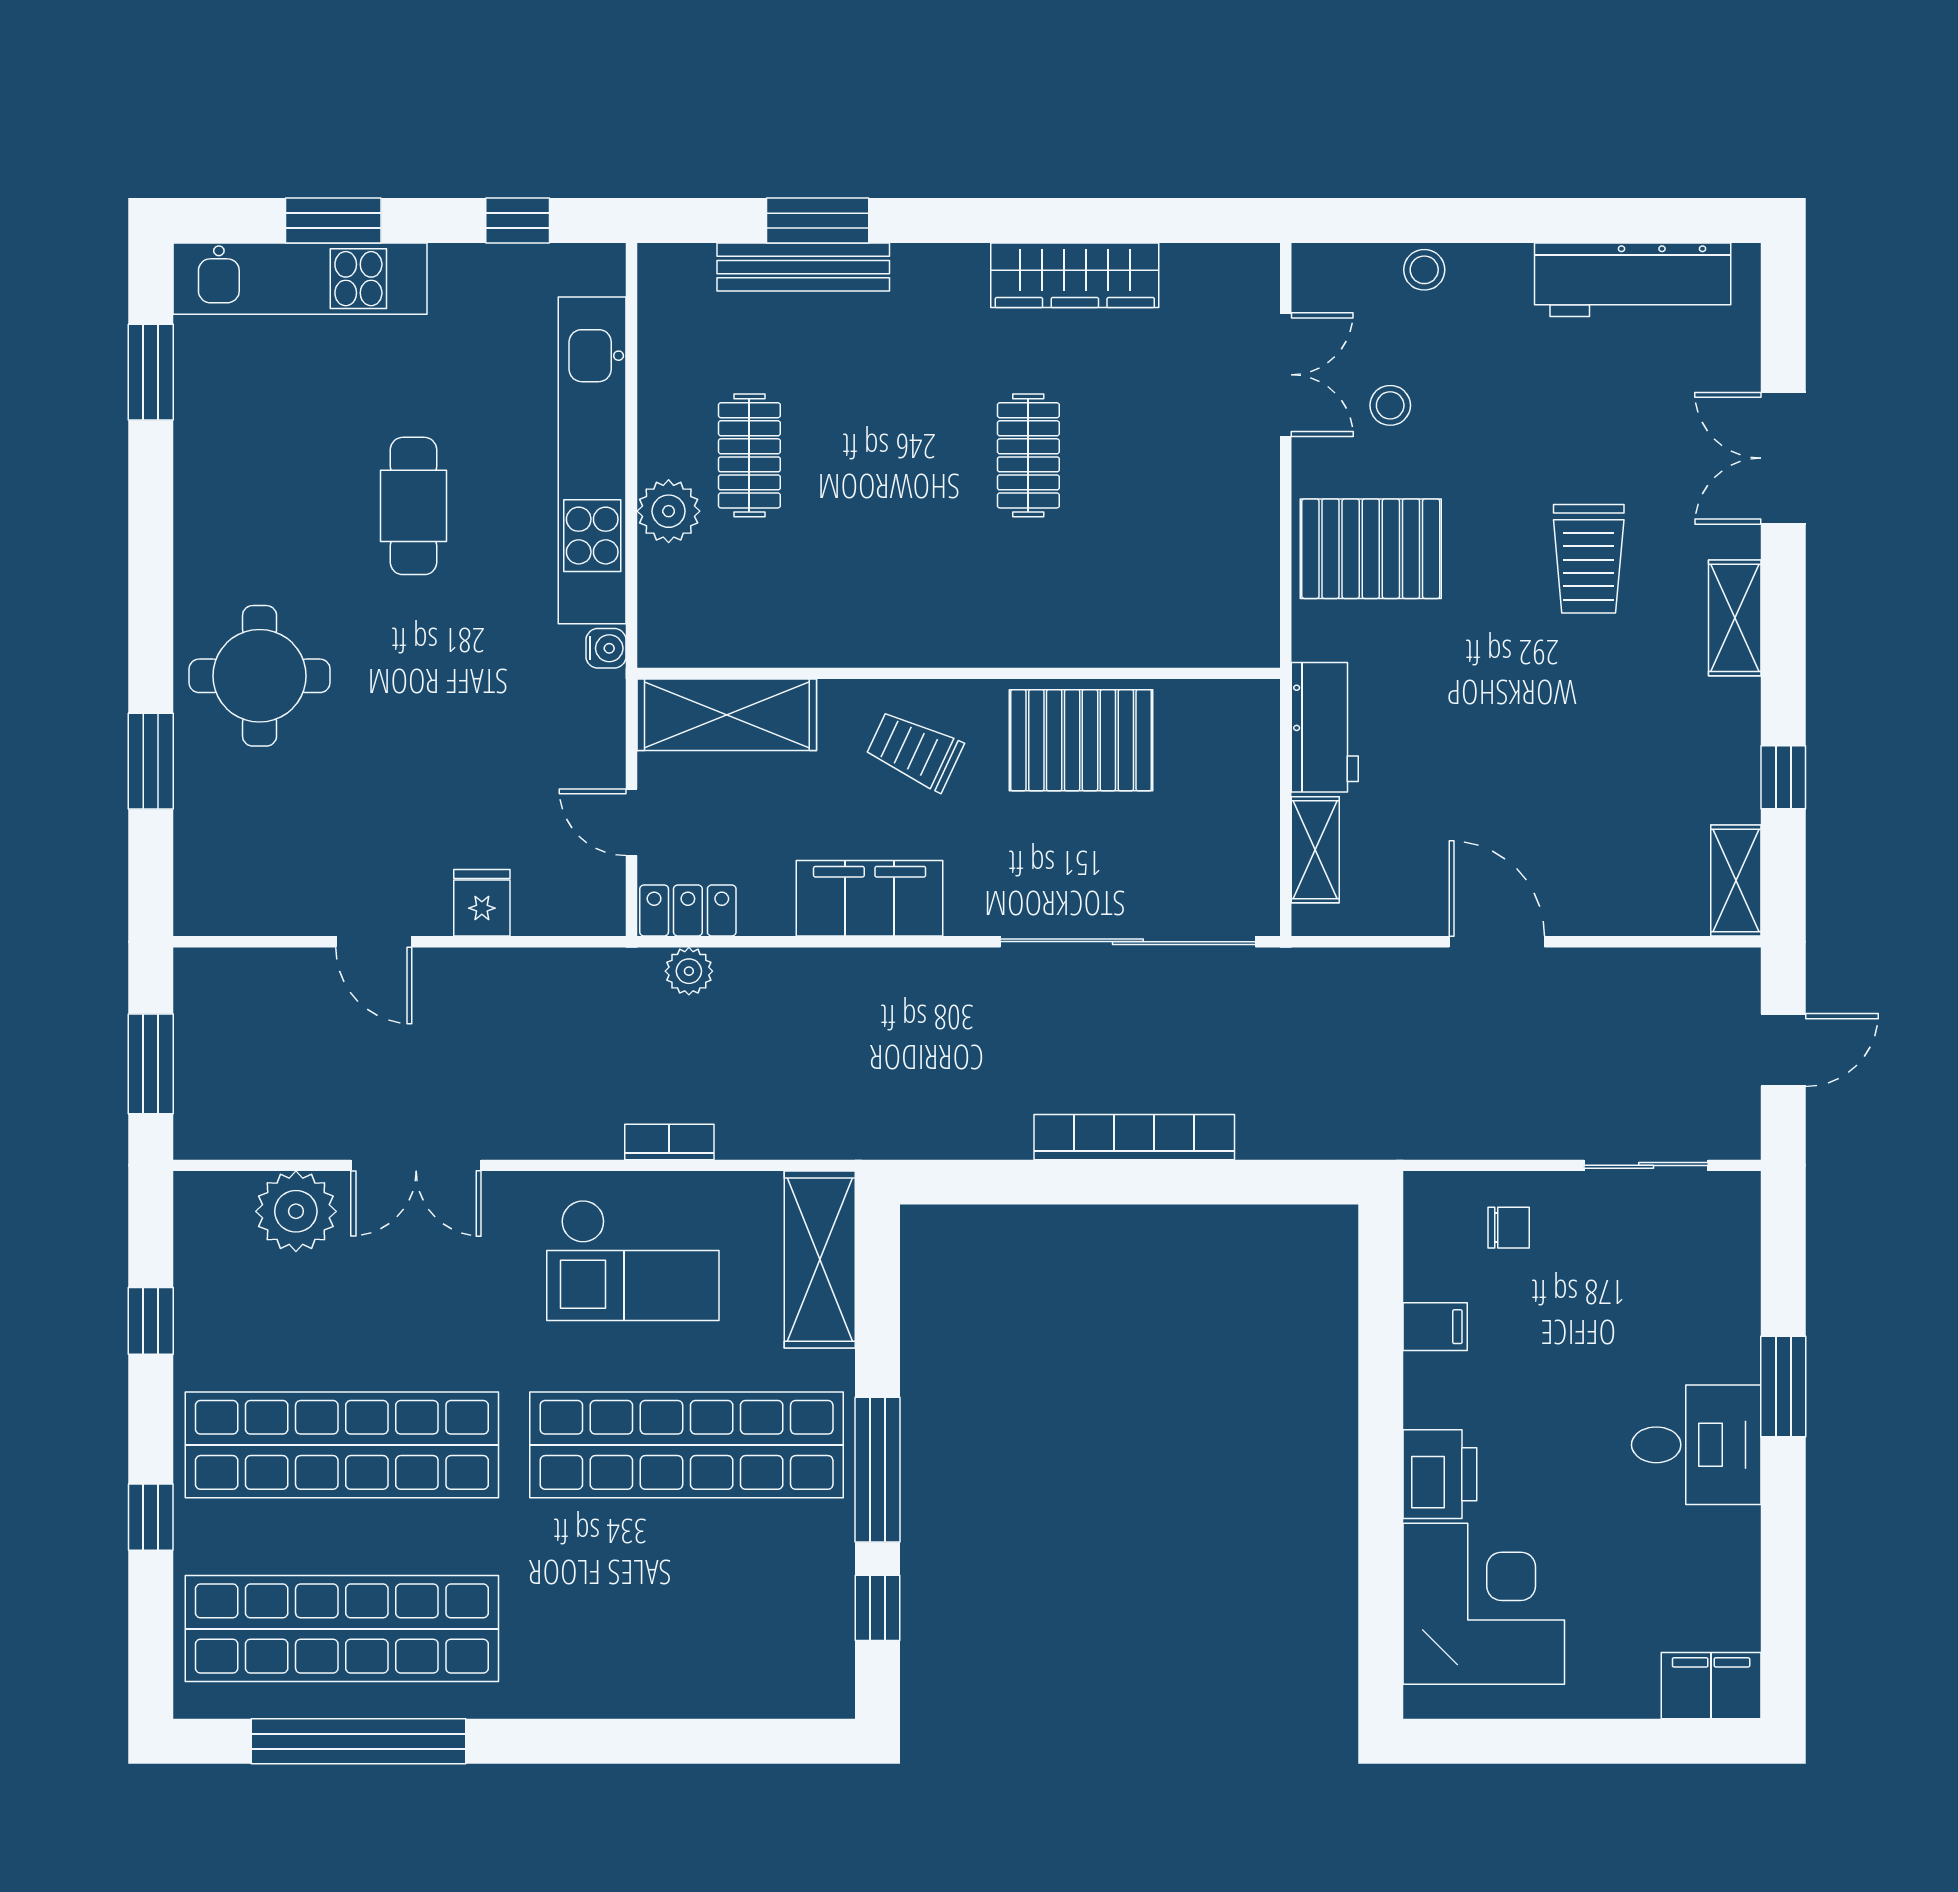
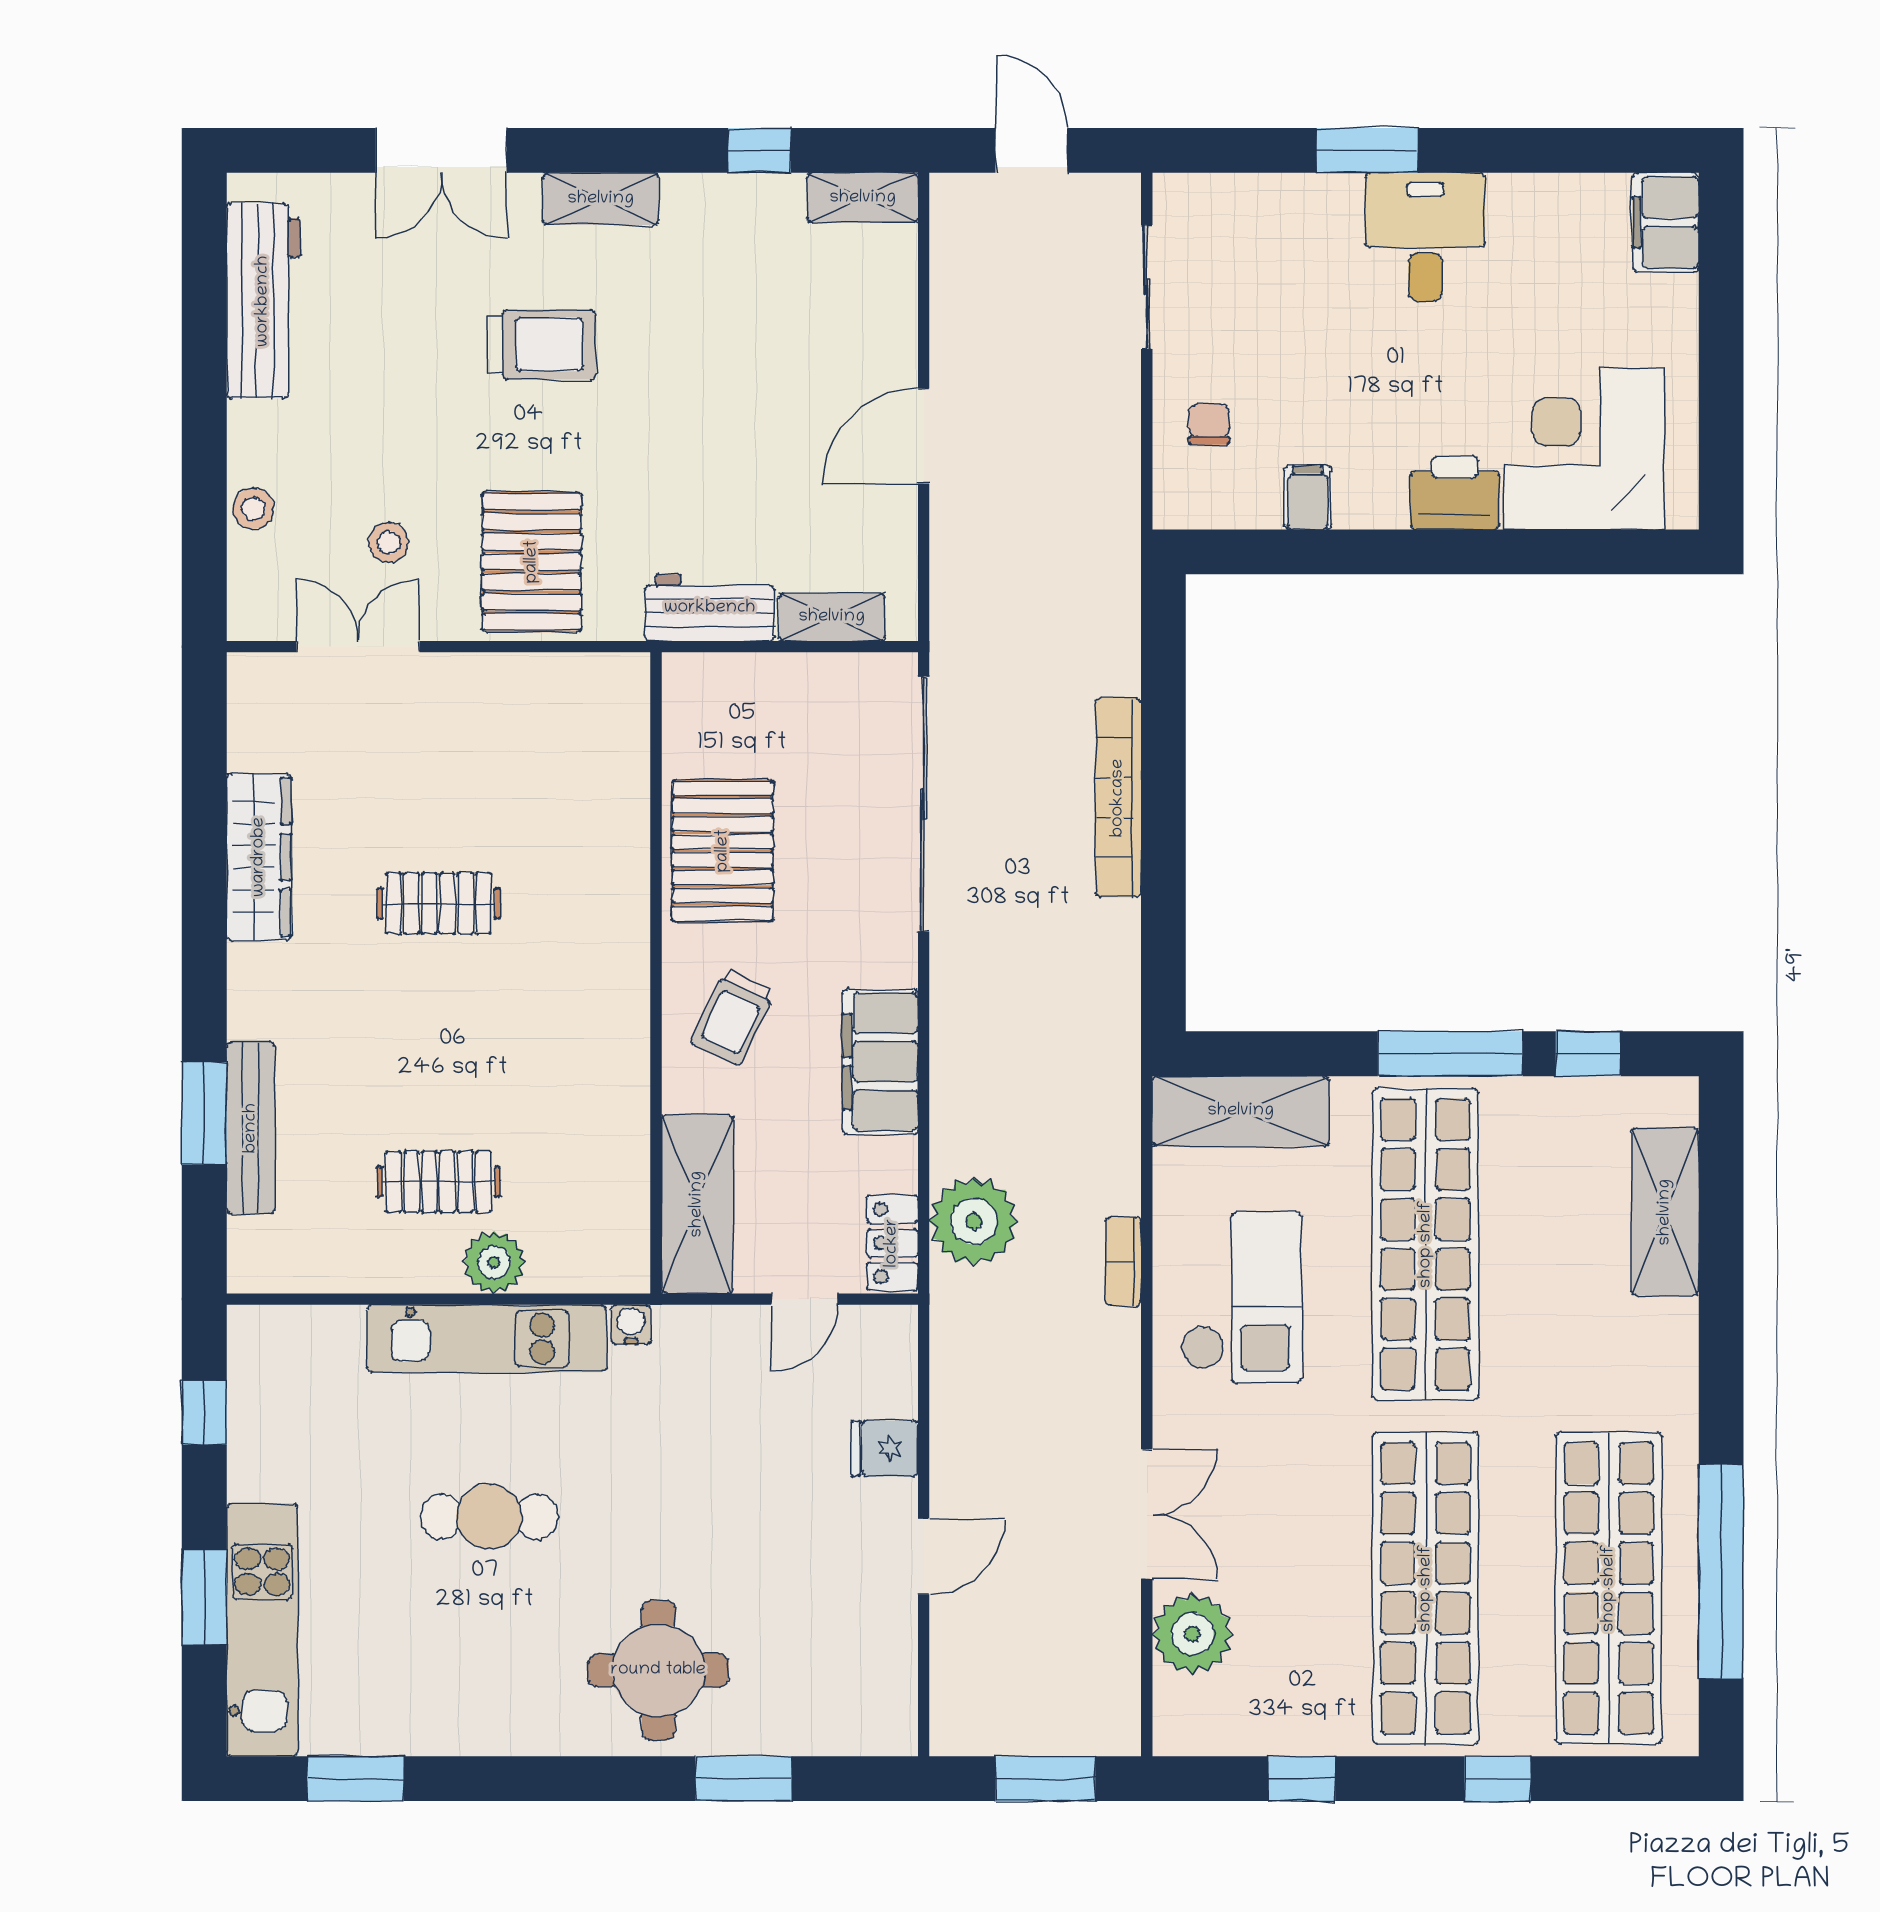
kitchen unit: (592, 460) -> (487, 1338), width x0.73
plant: (689, 971) -> (974, 1221), width x1.88, depth x1.88
shelving: (719, 1685) -> (1665, 1212), added

